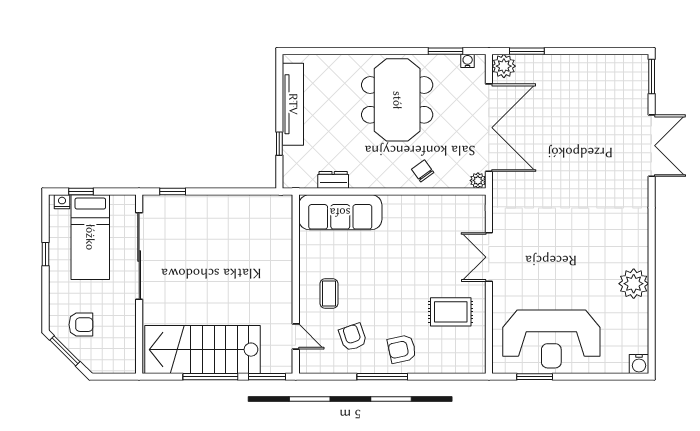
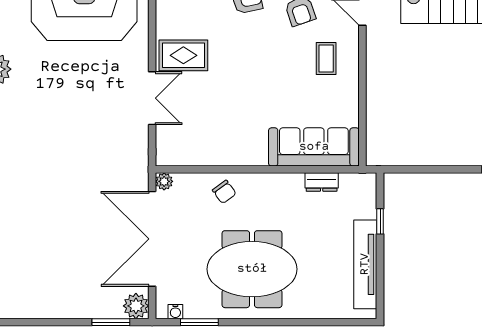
meeting table: (397, 100) -> (252, 269), turned 90
rug: (451, 312) -> (183, 55), moved

